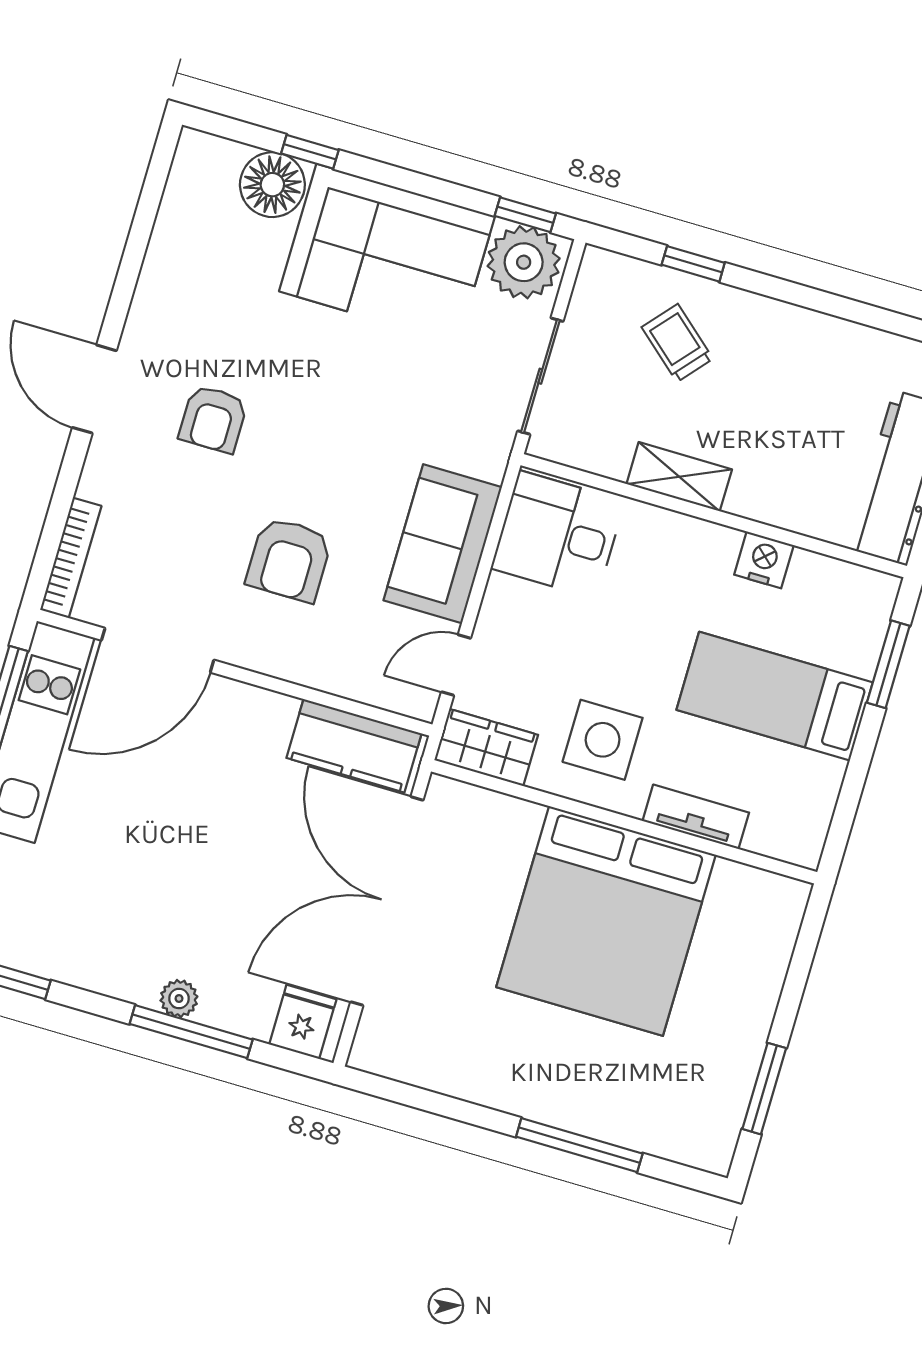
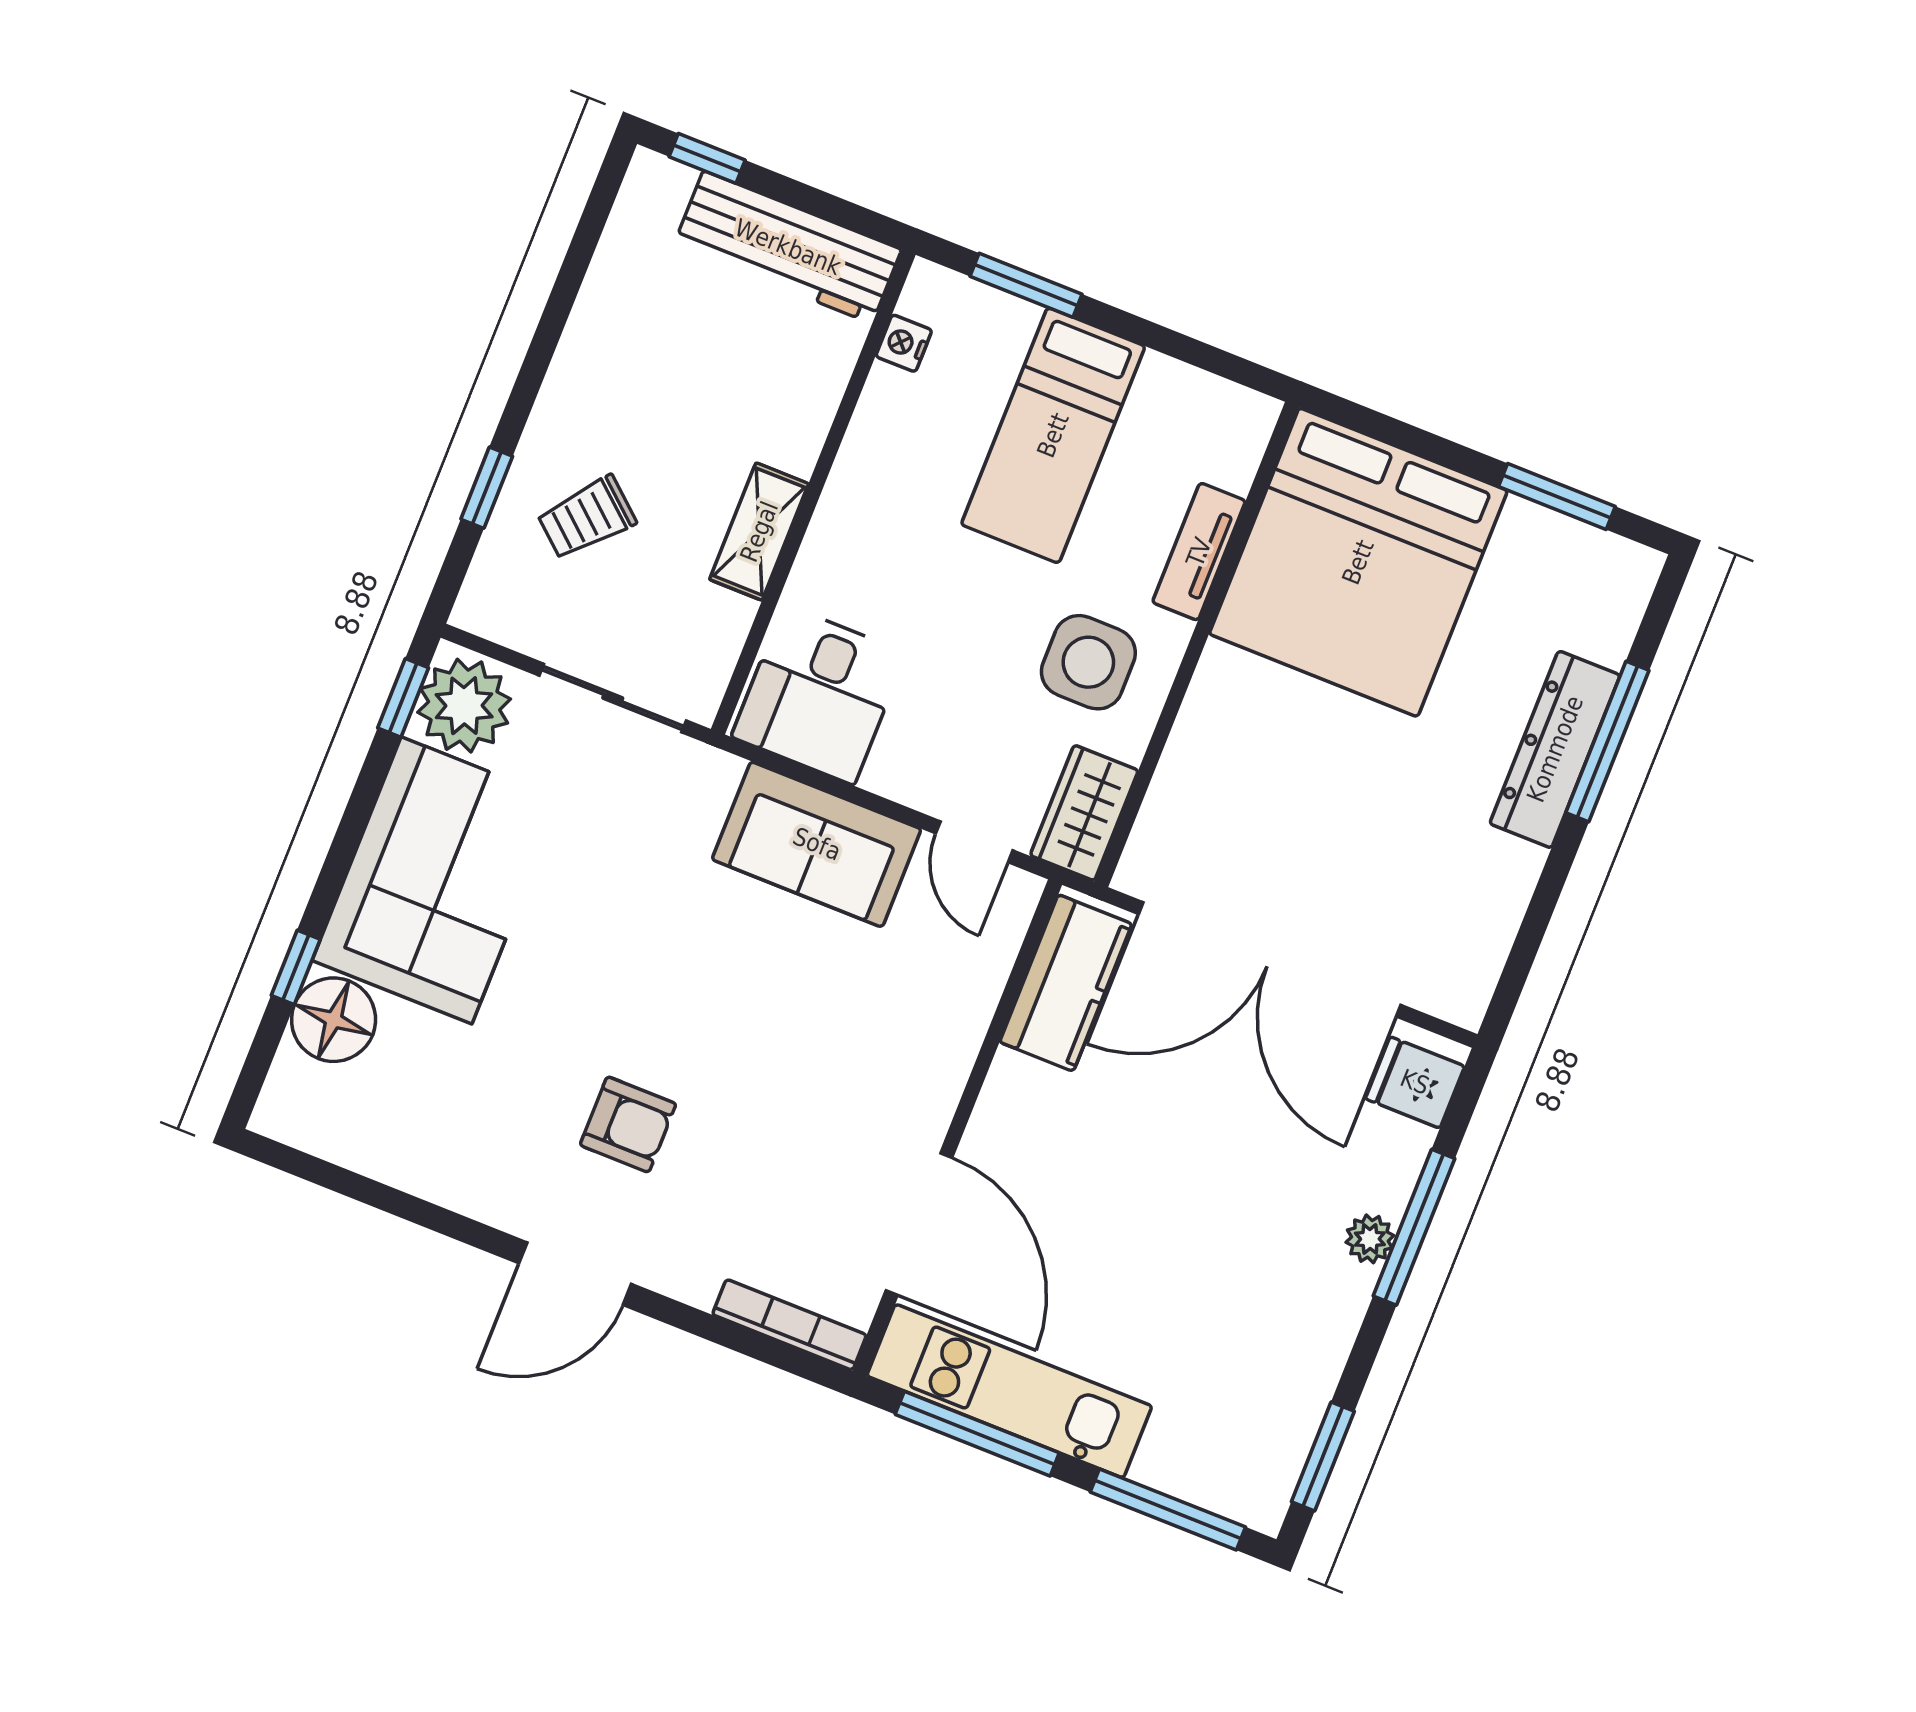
armchair: (289, 560) -> (818, 1044), removed
nightstand: (764, 560) -> (904, 343), moved, width x0.72, depth x0.74
bed: (606, 921) -> (1358, 562), moved, turned 90
dresser: (569, 1105) -> (1555, 749), added

